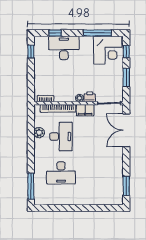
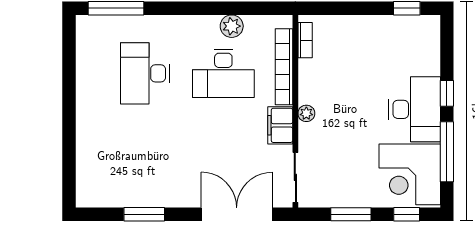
window: (55, 33) -> (447, 93), moved
desk: (64, 48) -> (415, 109), moved
printer: (90, 97) -> (309, 136), removed
window: (126, 186) -> (144, 214), moved

